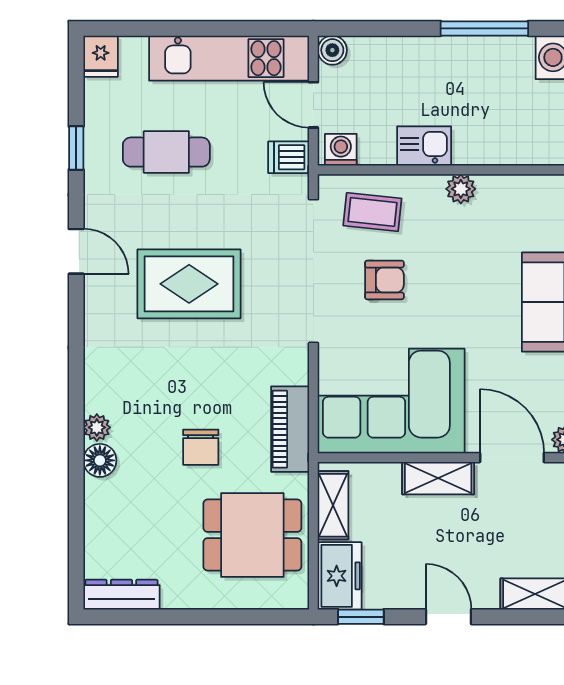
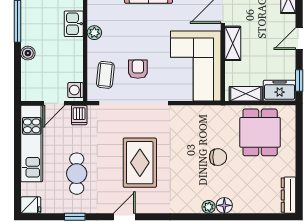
boiler: (332, 50) -> (28, 53), moved
kitchen sink: (424, 146) -> (74, 24), moved
piano: (290, 429) -> (209, 114), removed

